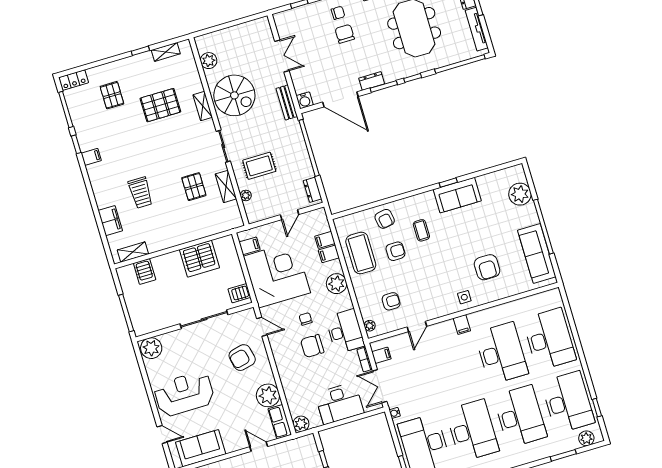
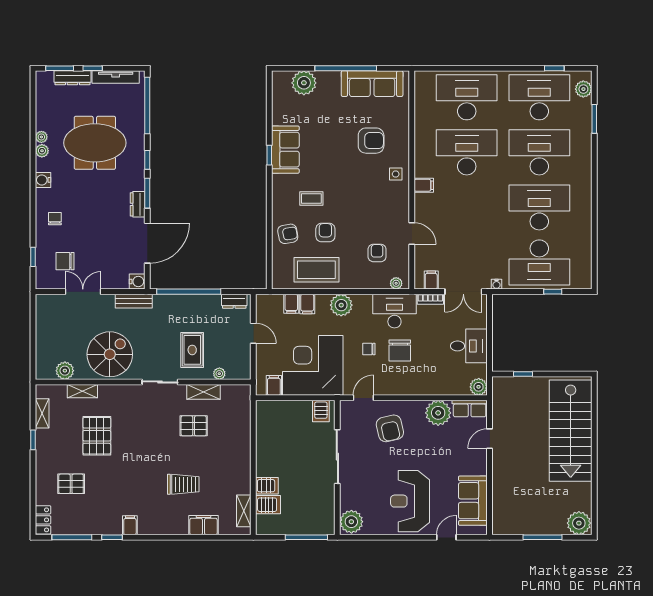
chair: (345, 34) -> (65, 261), moved
shelving: (203, 106) -> (82, 391), moved
server rack: (199, 259) -> (267, 486), moved, width x0.46, depth x0.70
desk: (339, 403) -> (469, 346), width x0.73

